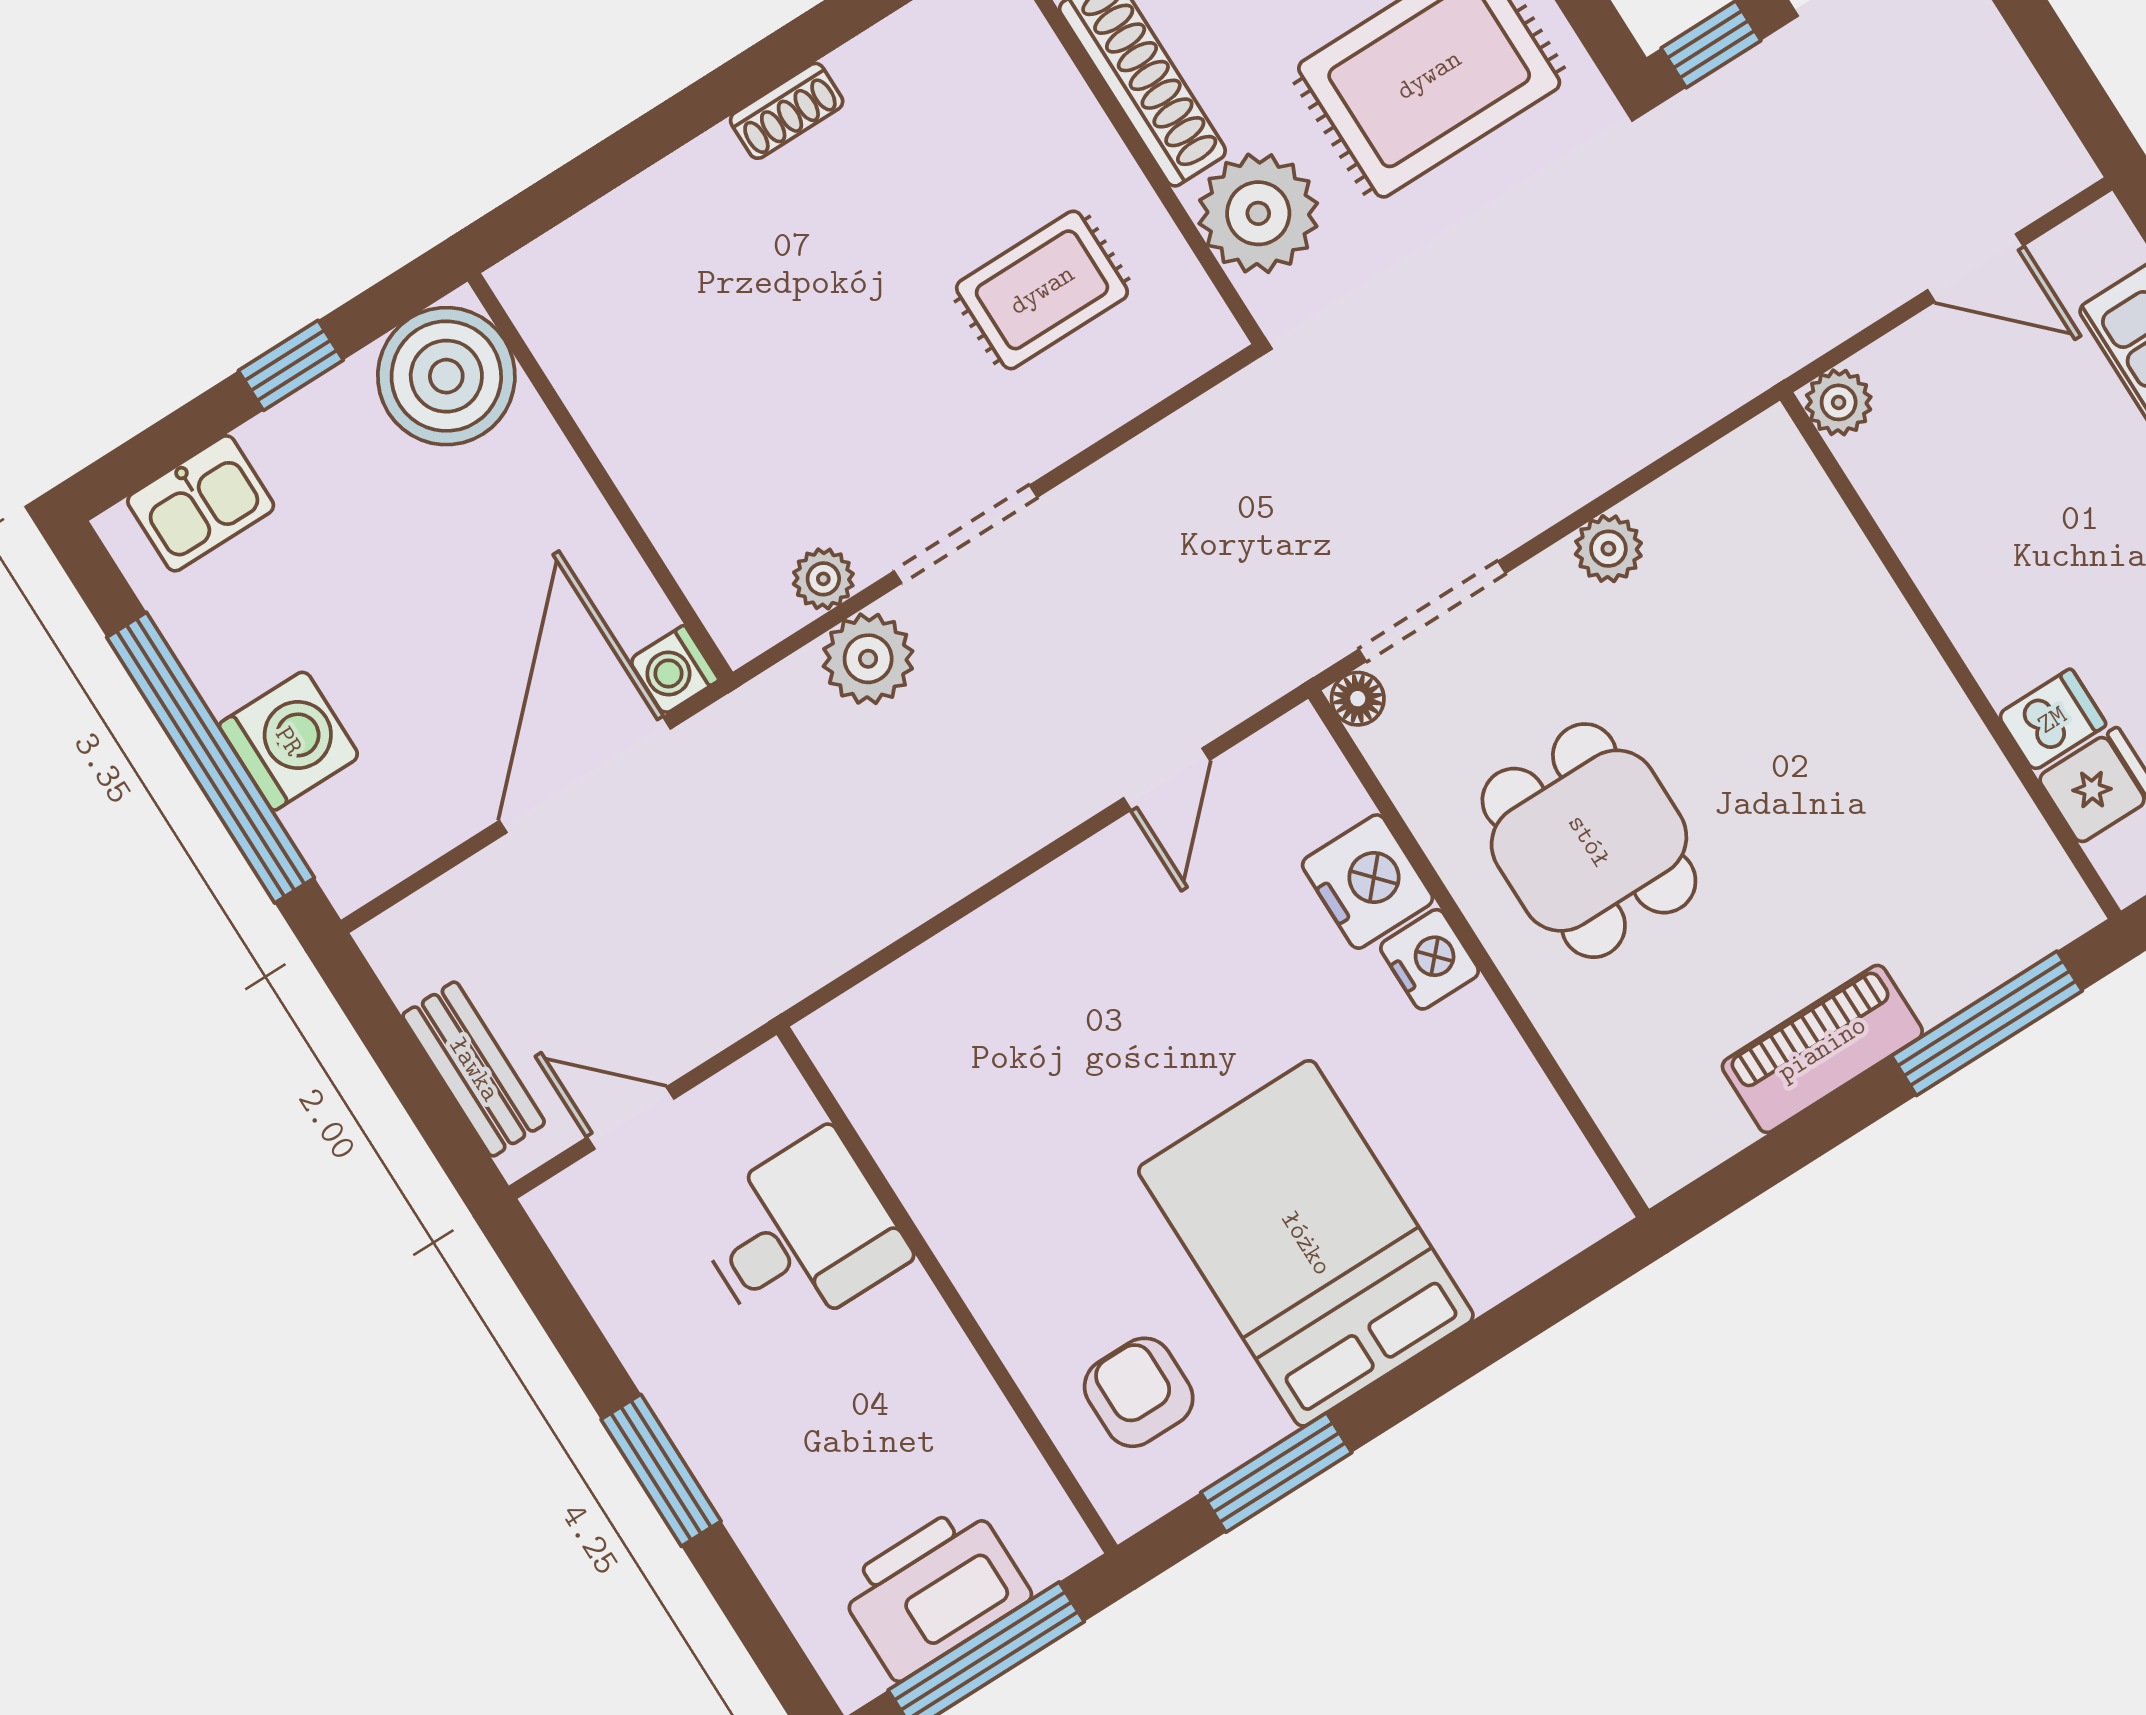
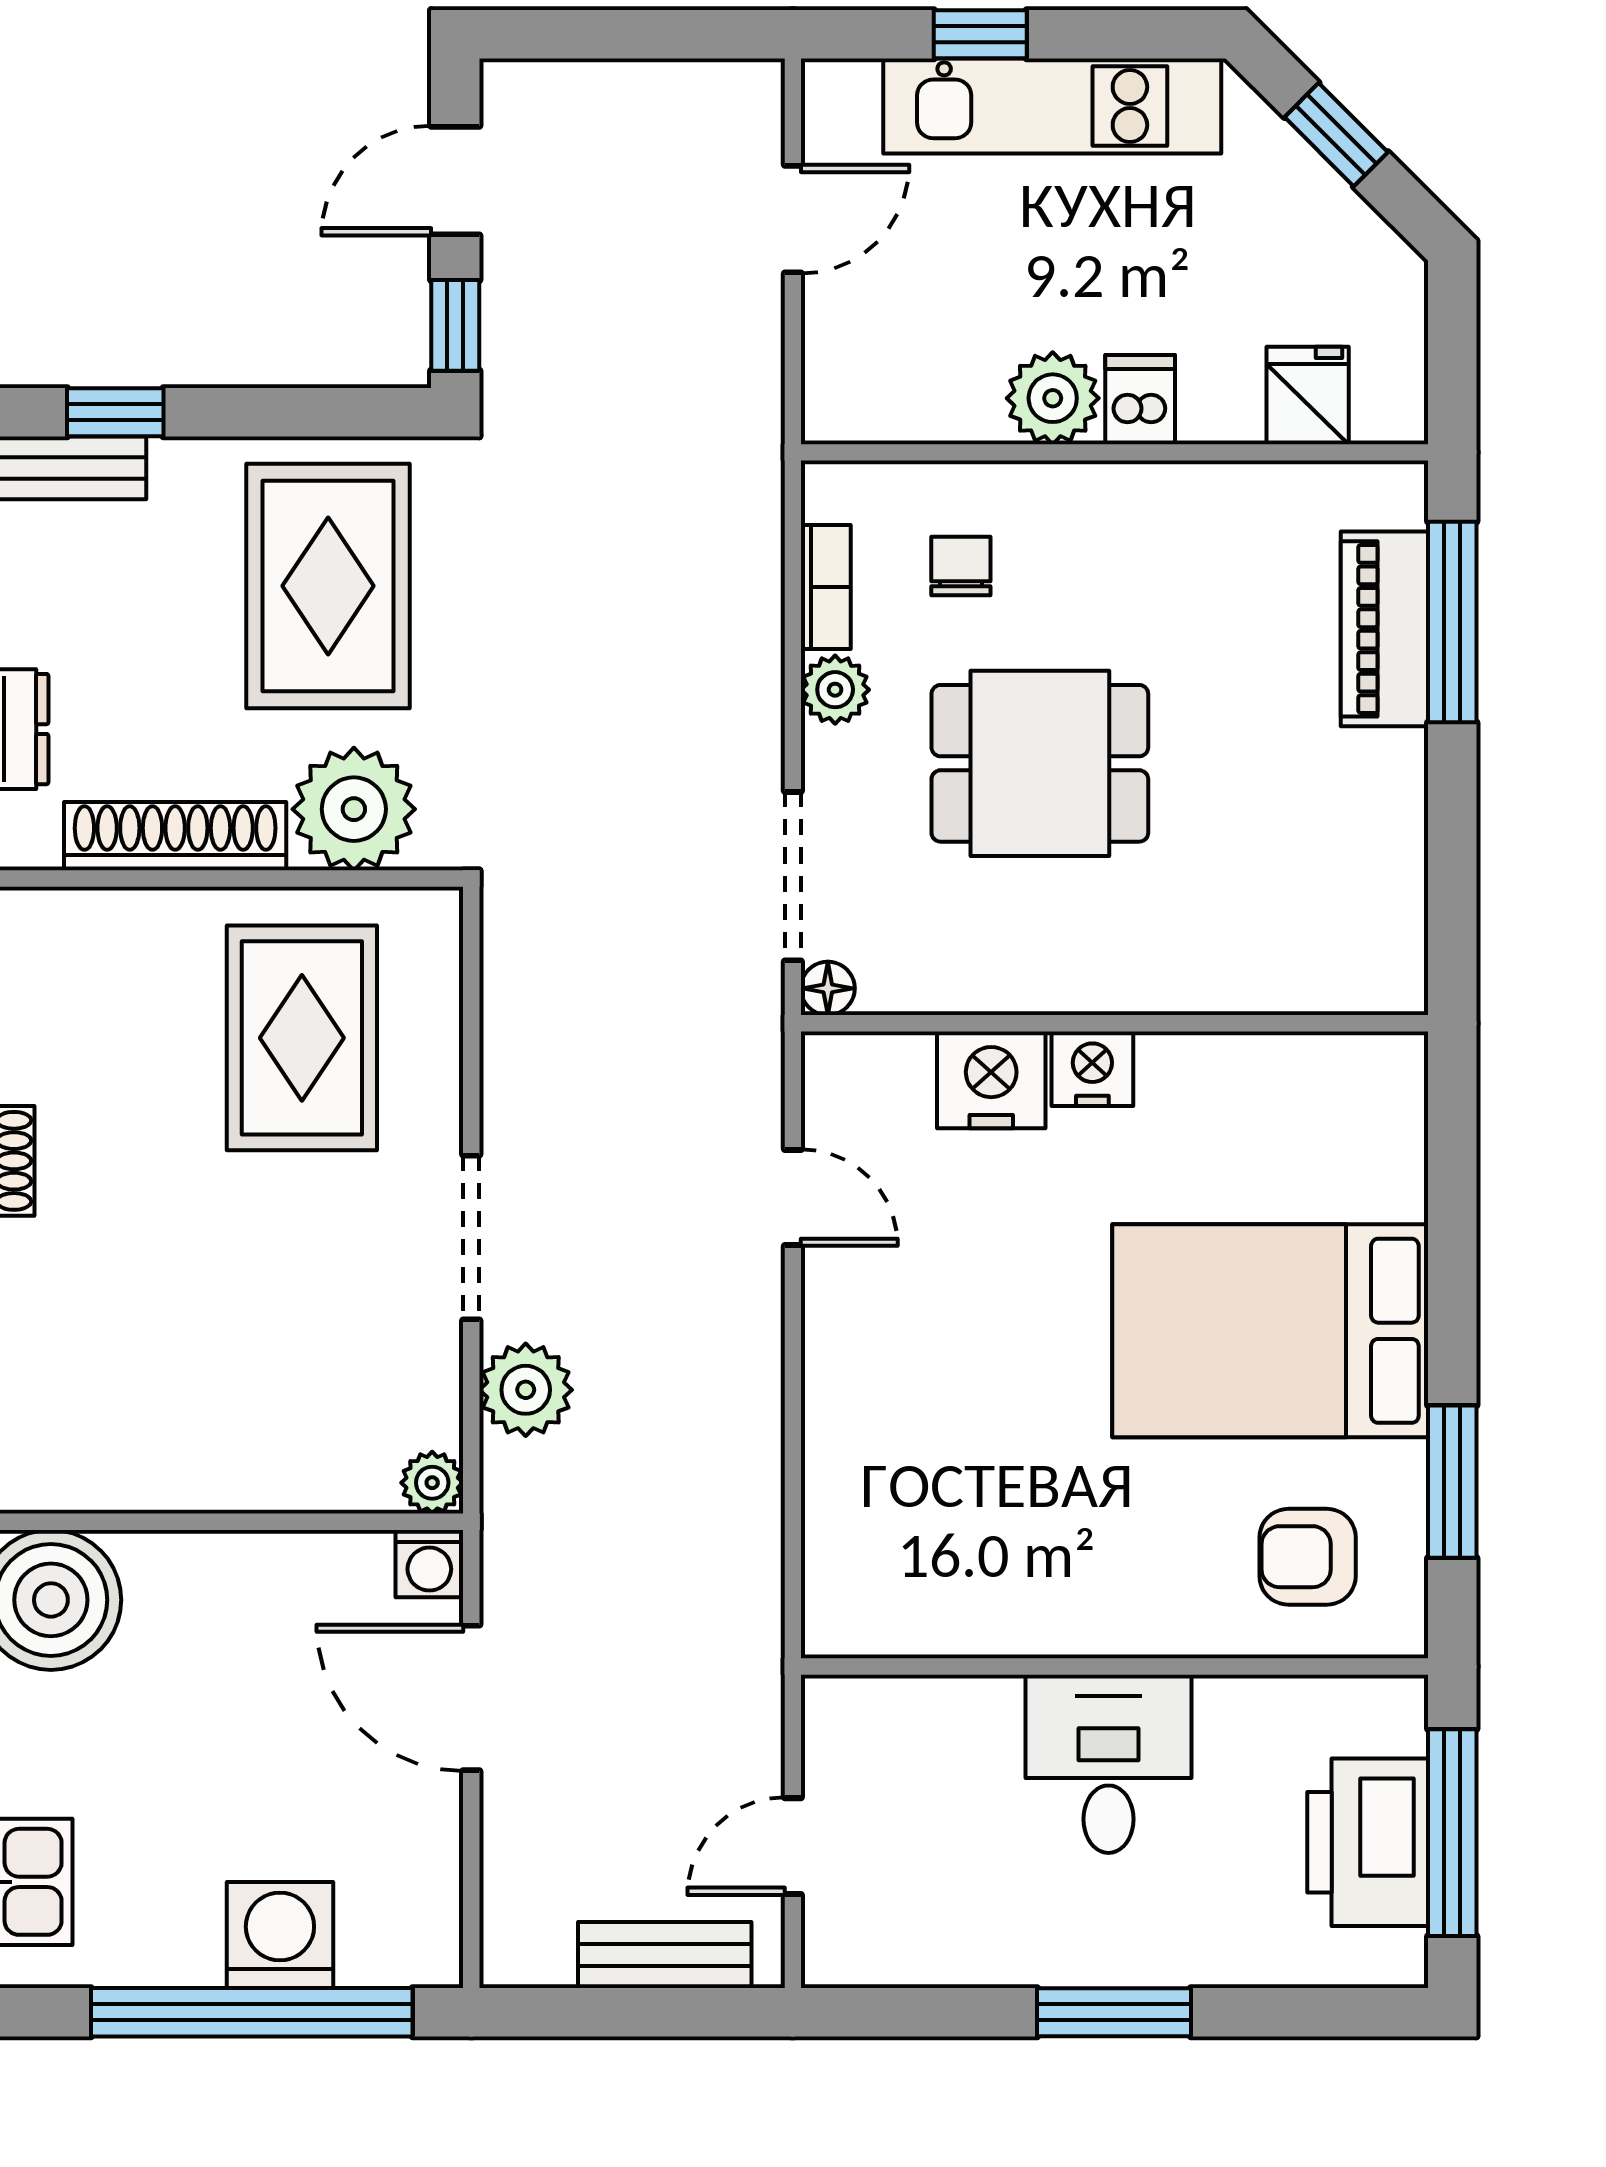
rug: (1042, 290) -> (302, 1038), width x1.36, depth x1.43
plant: (1839, 402) -> (1053, 398), moved, width x1.38, depth x1.38
bookcase: (1688, 487) -> (826, 587), added
plant: (823, 579) -> (432, 1483), moved
chair: (1776, 588) -> (961, 566), added
dishwasher: (2052, 720) -> (1140, 400), moved
door: (585, 775) -> (471, 1698), width x0.73
dining table: (1589, 841) -> (1040, 763), moved
piano: (1822, 1049) -> (1384, 629), moved
desk: (800, 1236) -> (1108, 1764), moved

